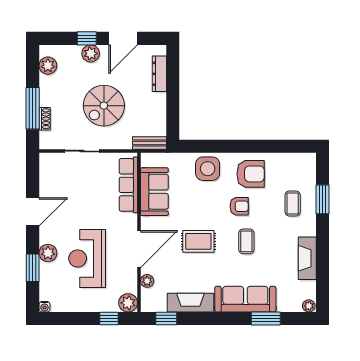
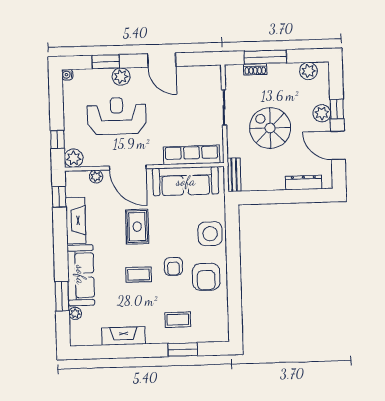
sofa: (154, 192) -> (186, 181), width x1.36
plant: (309, 306) -> (75, 313), moved

